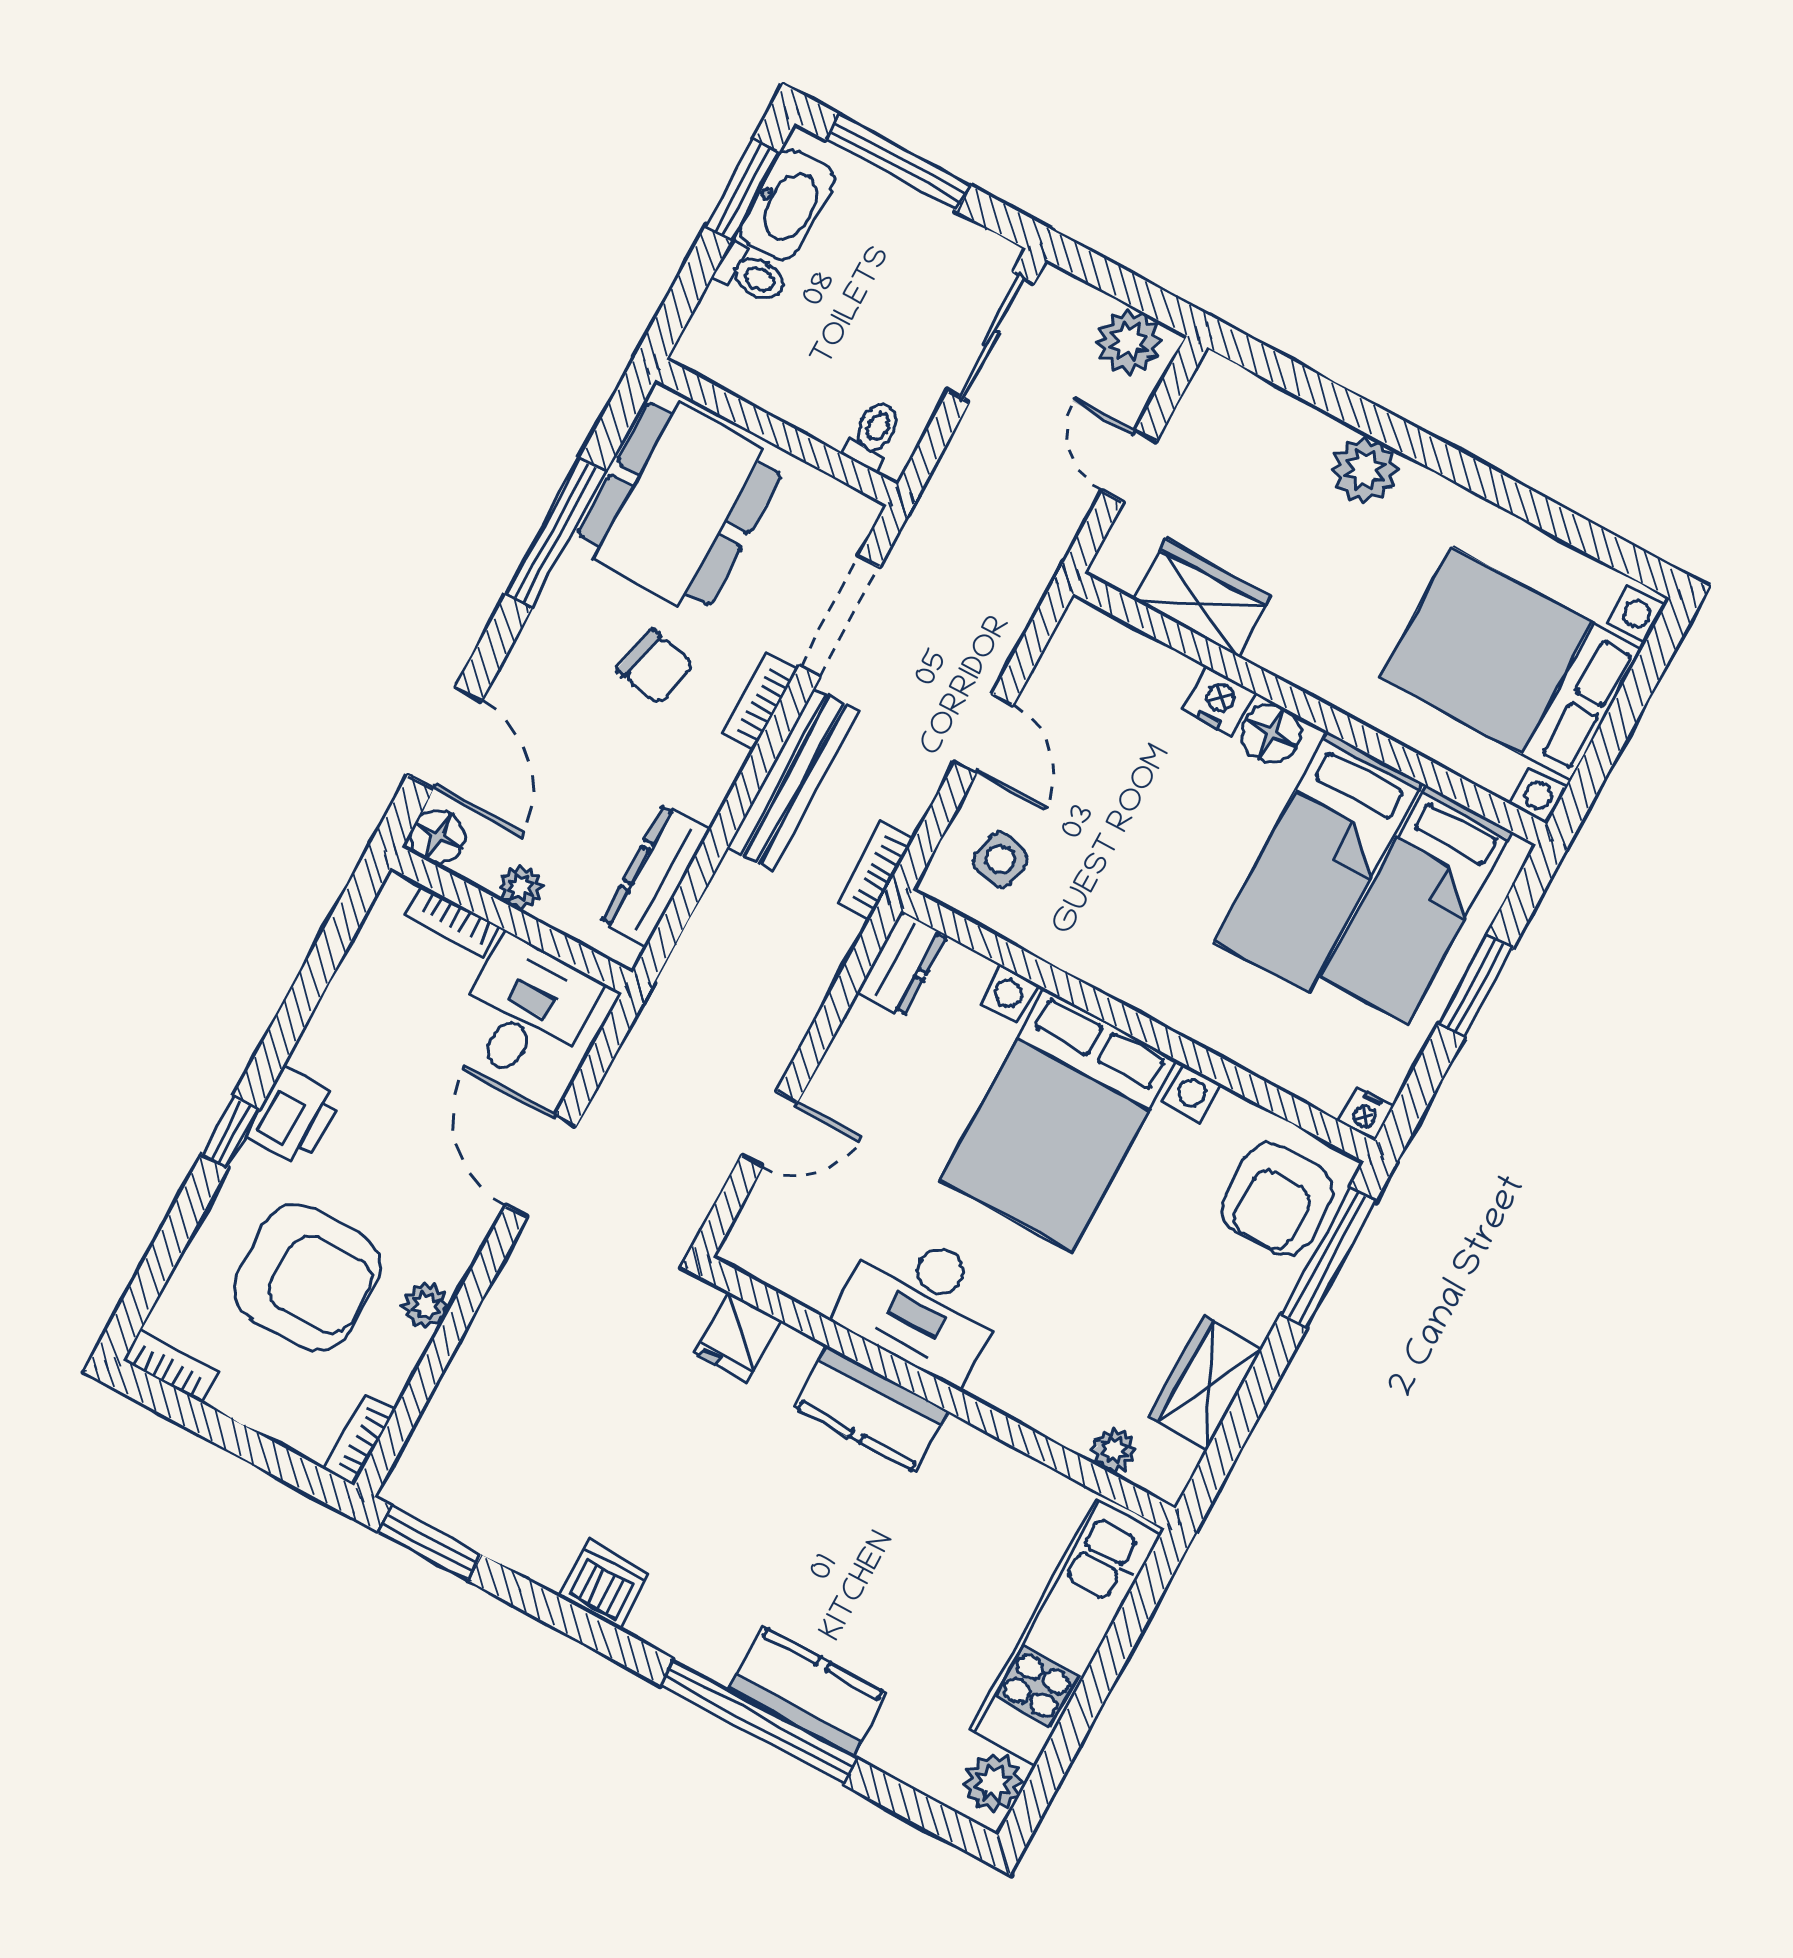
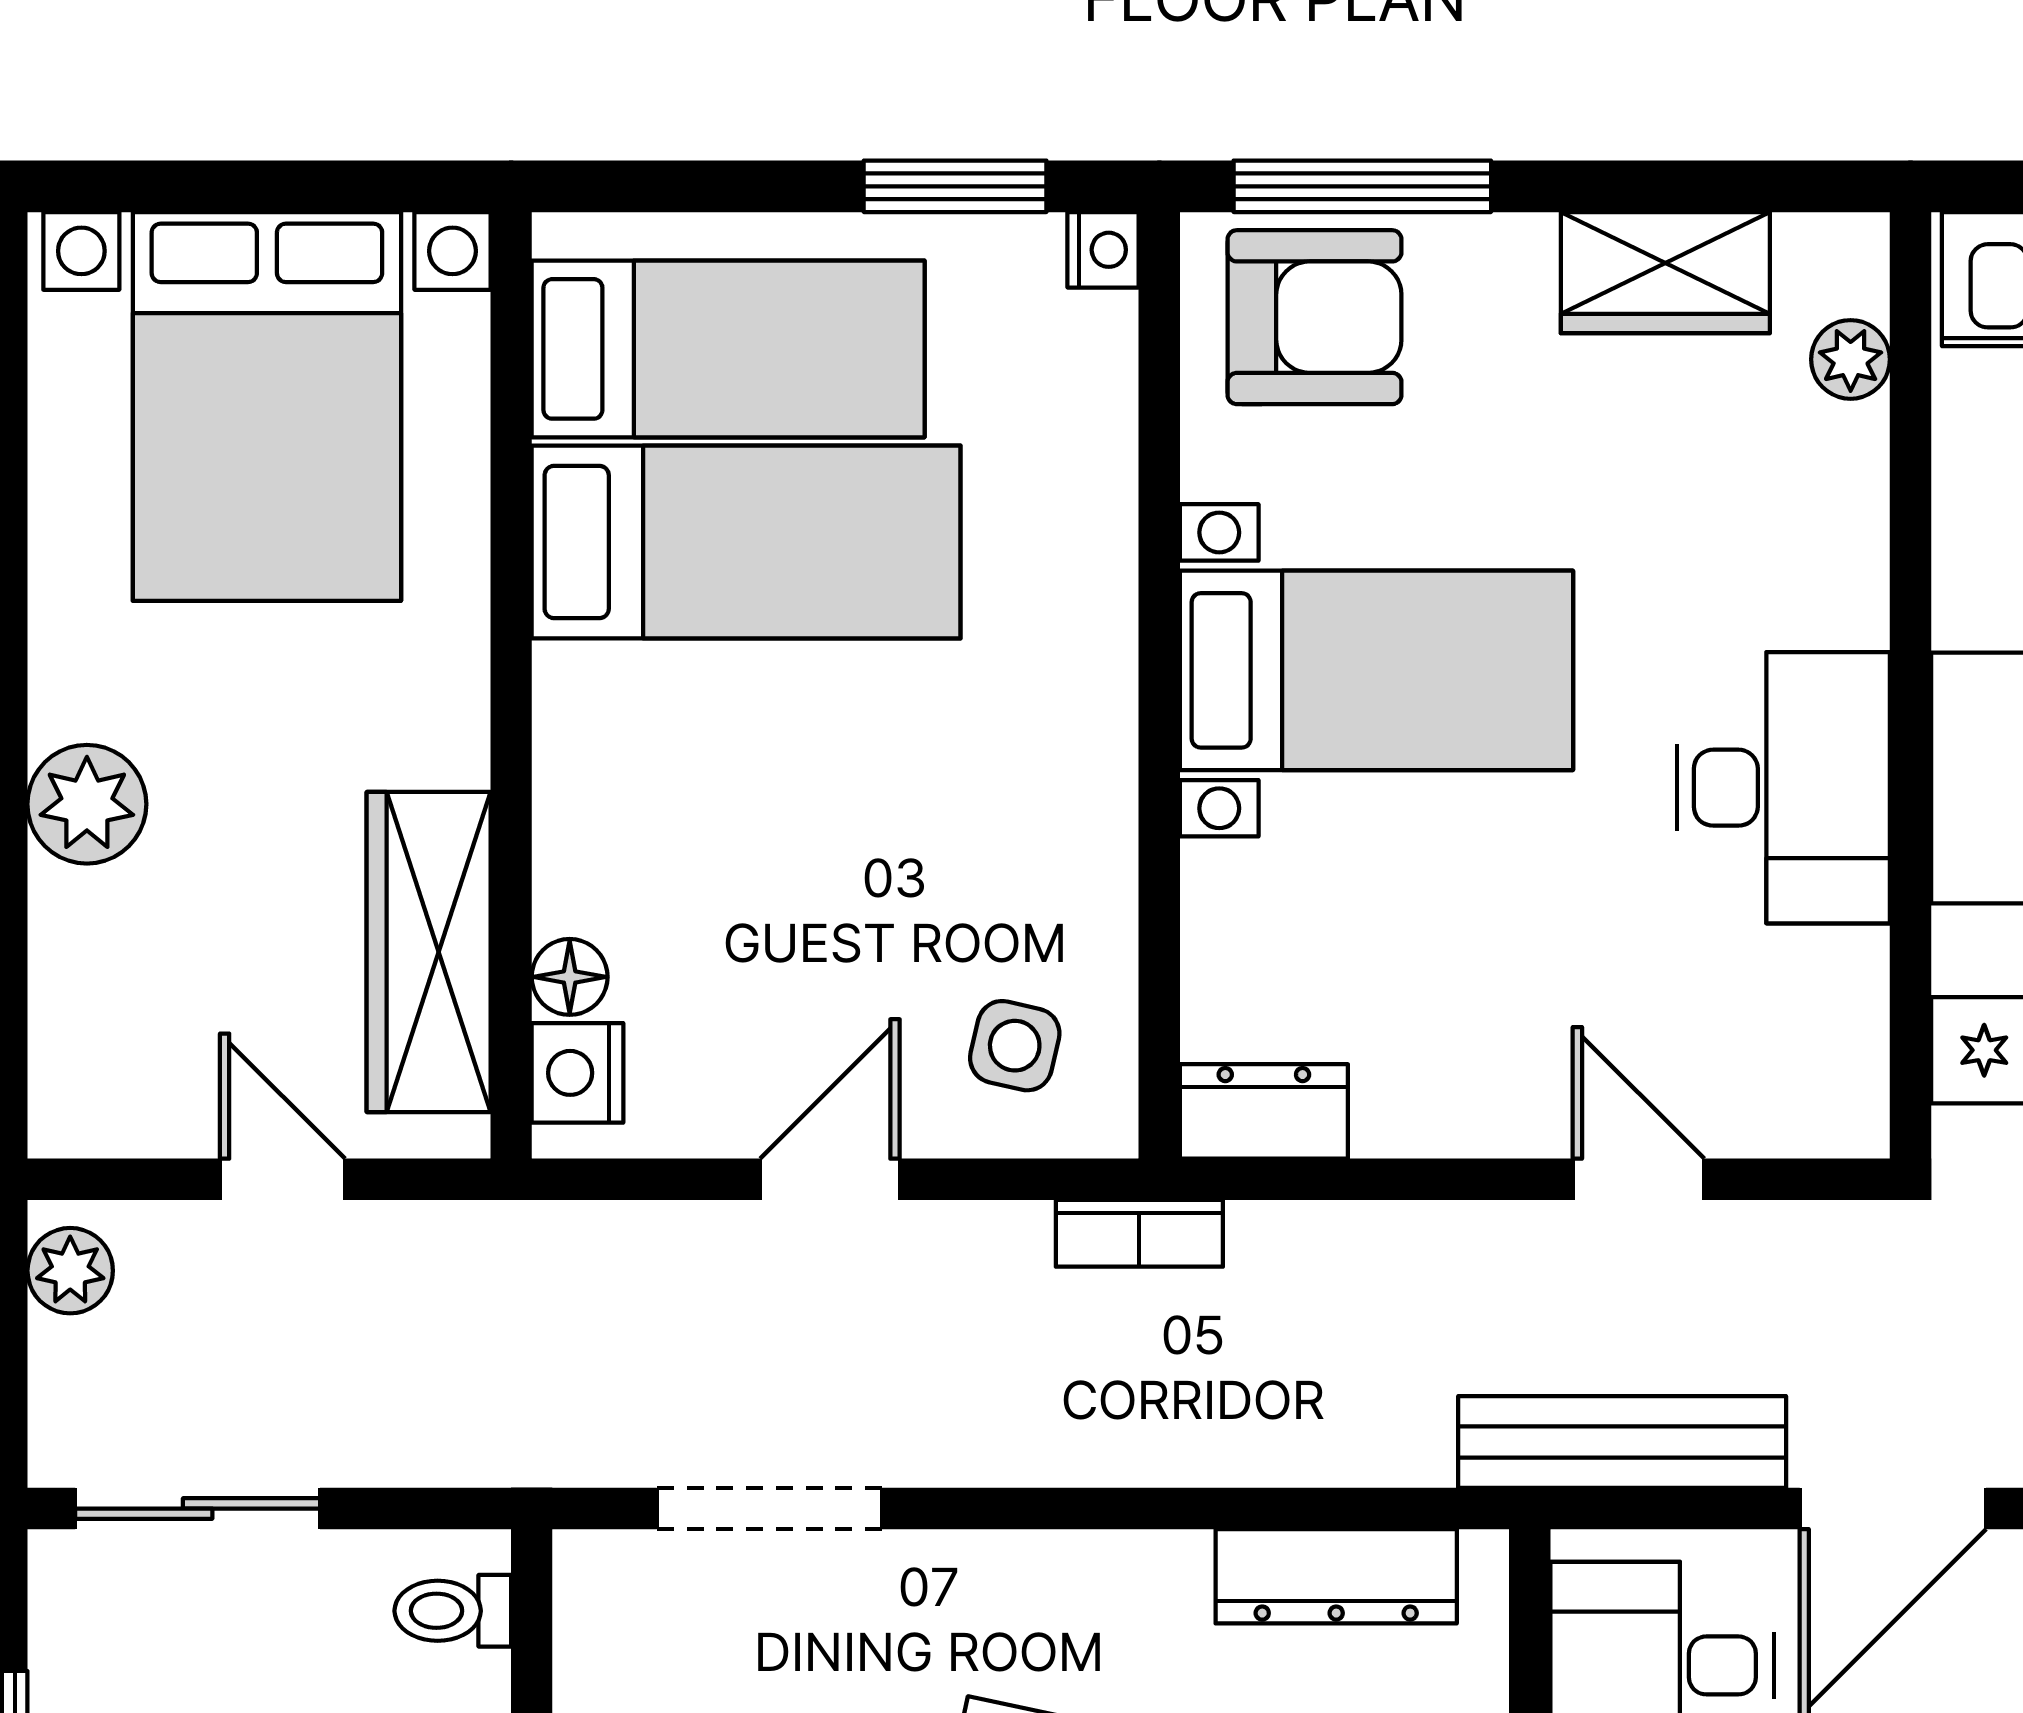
plant: (1129, 342) -> (70, 1271), width x0.73, depth x0.73
door: (1129, 466) -> (282, 1179), swing flipped
wardrobe: (1202, 598) -> (429, 952), width x1.50
bookcase: (759, 701) -> (972, 1562), removed
nightstand: (1219, 701) -> (577, 1073), moved
floor lamp: (1271, 734) -> (570, 977), moved, width x0.73, depth x0.73
bench: (793, 779) -> (1622, 1442), moved
window: (1476, 986) -> (955, 186), moved
bed with nightstands: (1059, 1120) -> (1377, 670), width x0.73

